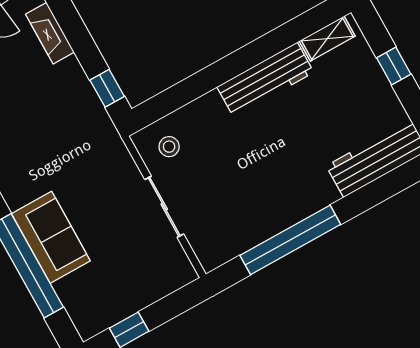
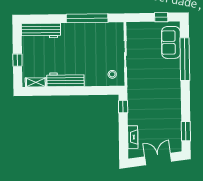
sofa: (51, 237) -> (171, 42), moved

